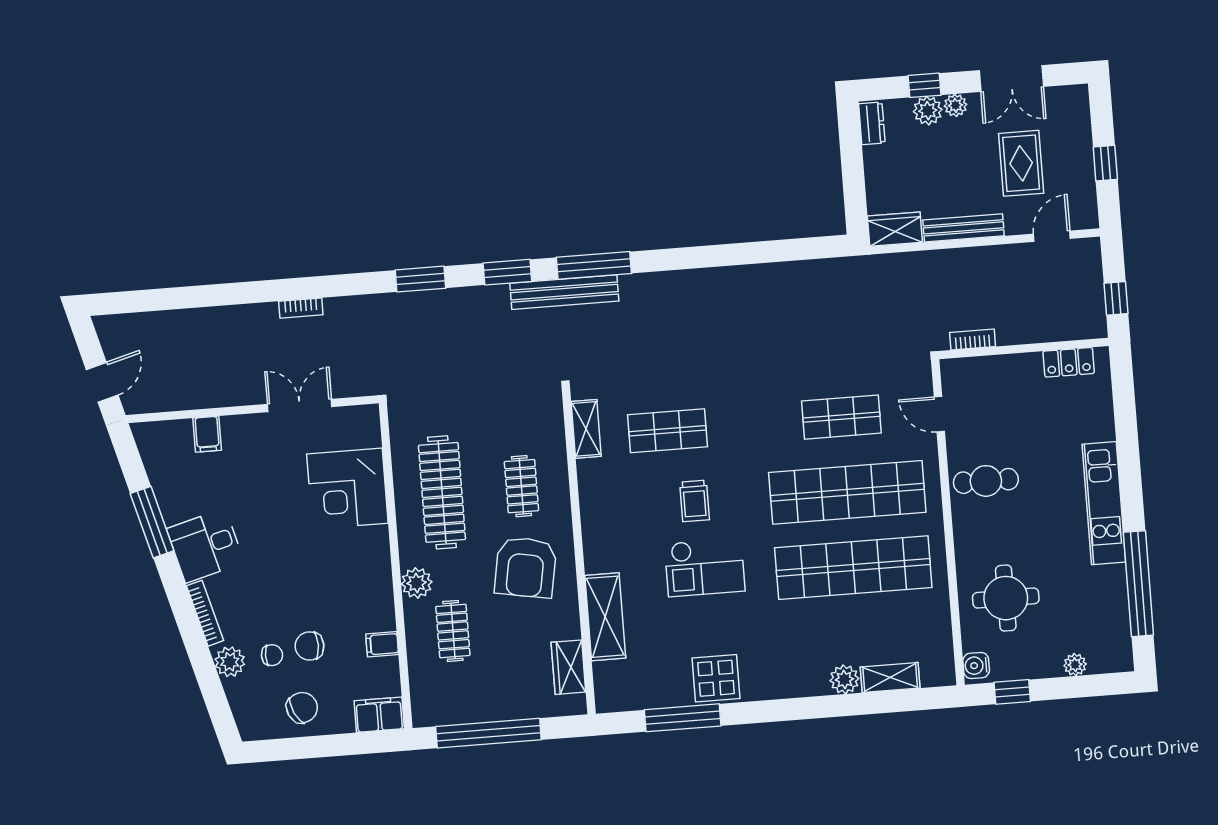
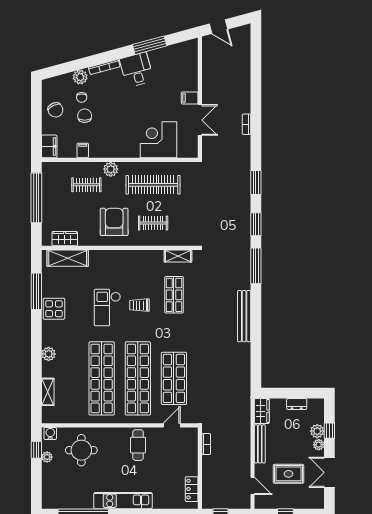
dresser: (872, 123) -> (297, 404), moved
bench: (564, 292) -> (244, 316), moved
shop shelf: (841, 417) -> (174, 378), width x1.43, depth x1.36
filing cabinet: (207, 434) -> (190, 98), moved
armchair: (526, 567) -> (114, 222), turned 80
shelving: (605, 617) -> (68, 258), moved
plant: (1075, 665) -> (47, 457), moved
plant: (844, 679) -> (49, 354), moved

